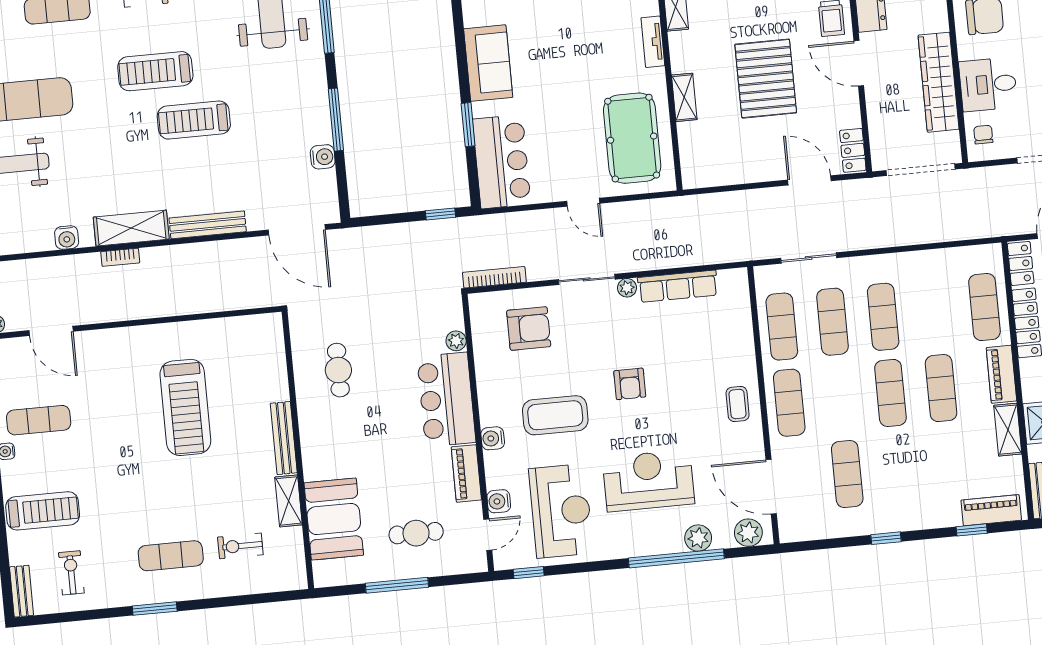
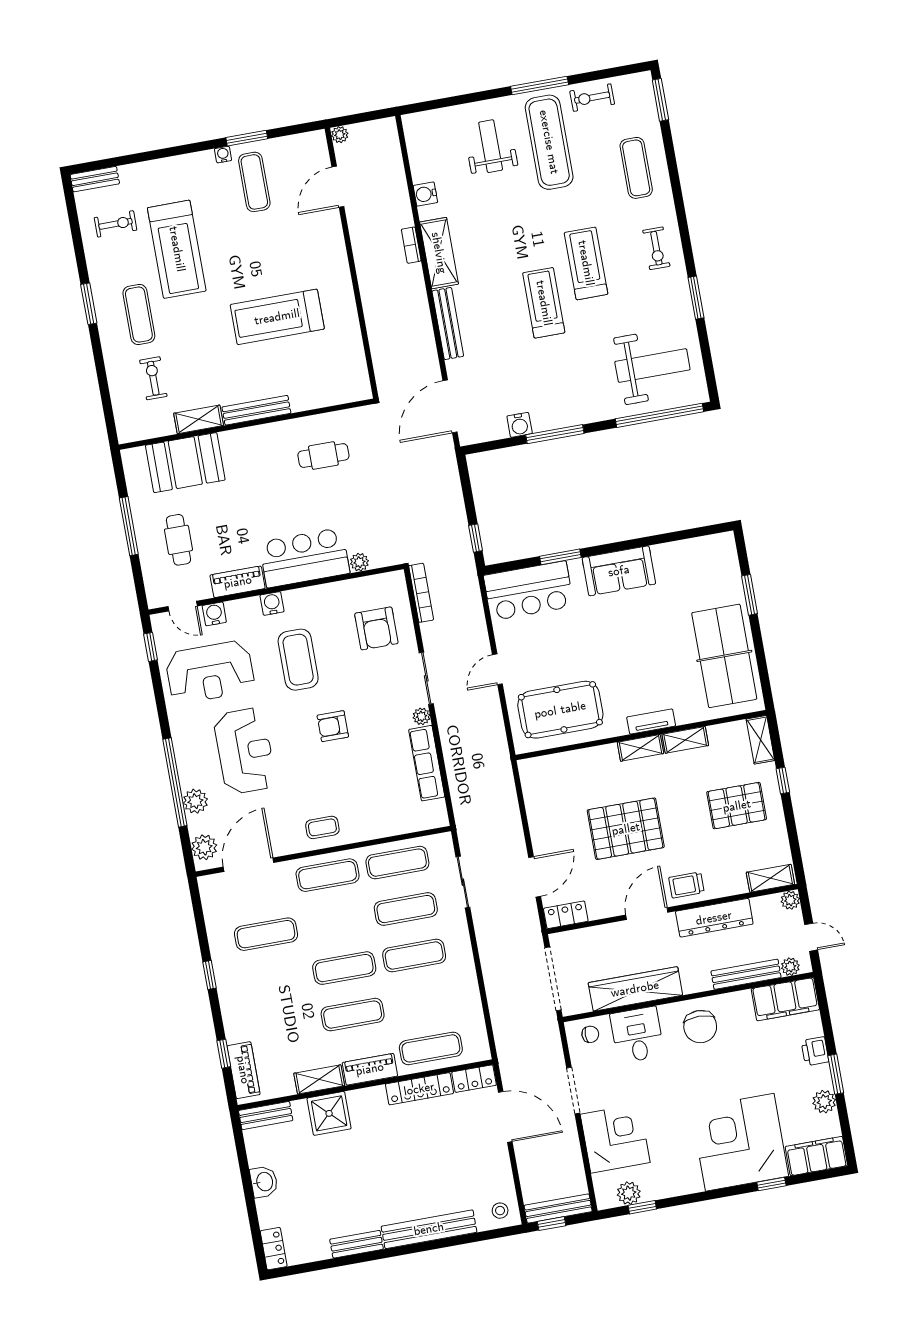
shelving: (684, 97) -> (640, 748), moved
treadmill: (43, 511) -> (177, 249), moved, width x1.37, depth x1.38

